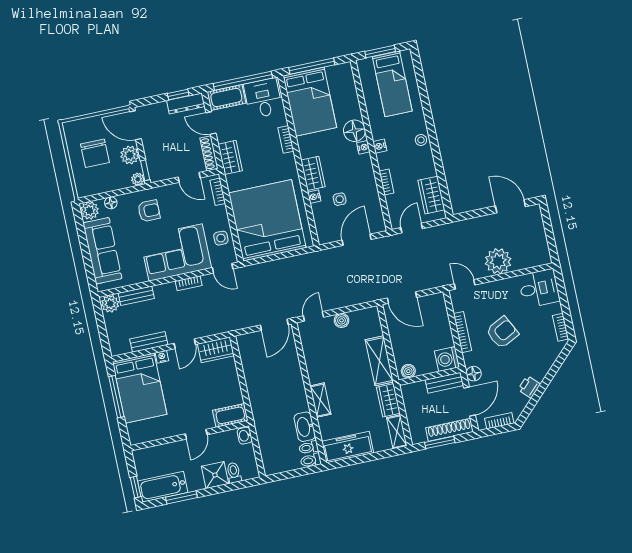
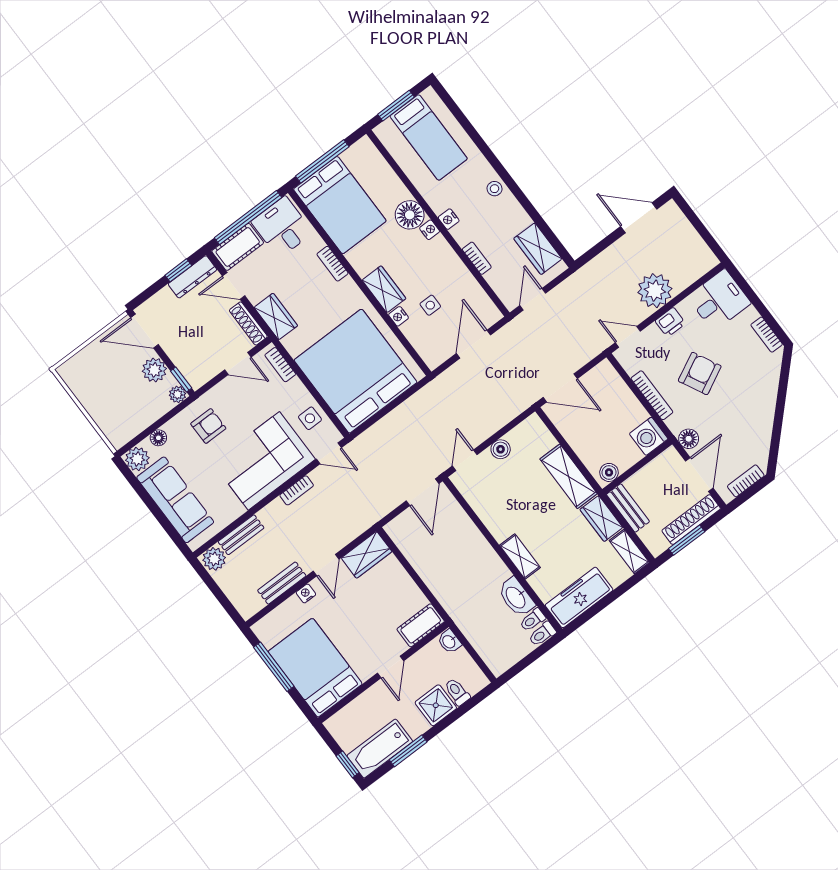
chair: (95, 153) -> (111, 387), removed
bench: (444, 383) -> (628, 508), moved, turned 90
printer: (529, 387) -> (670, 322), moved, turned -135
bed: (140, 388) -> (315, 668), moved, turned 180

